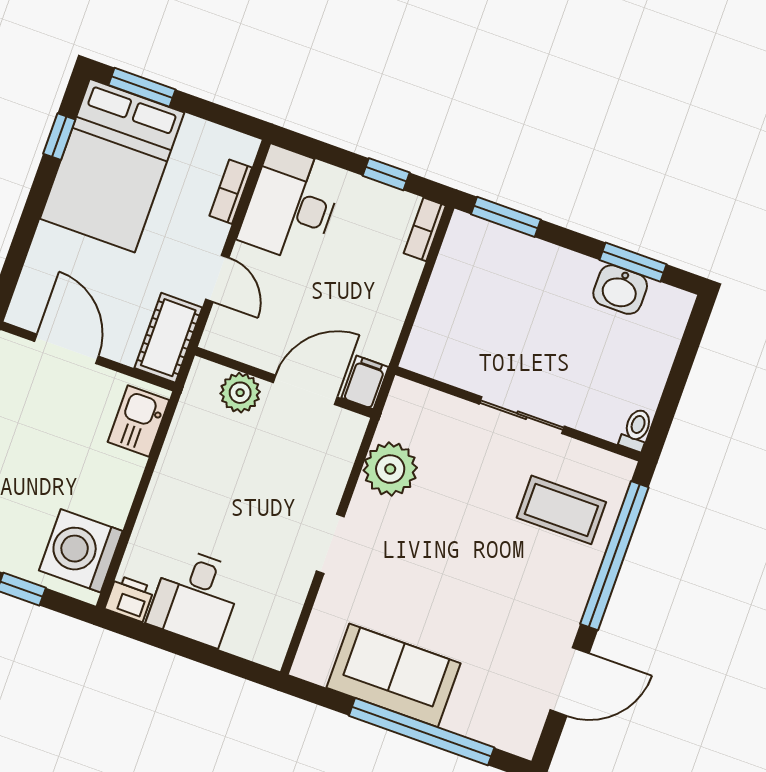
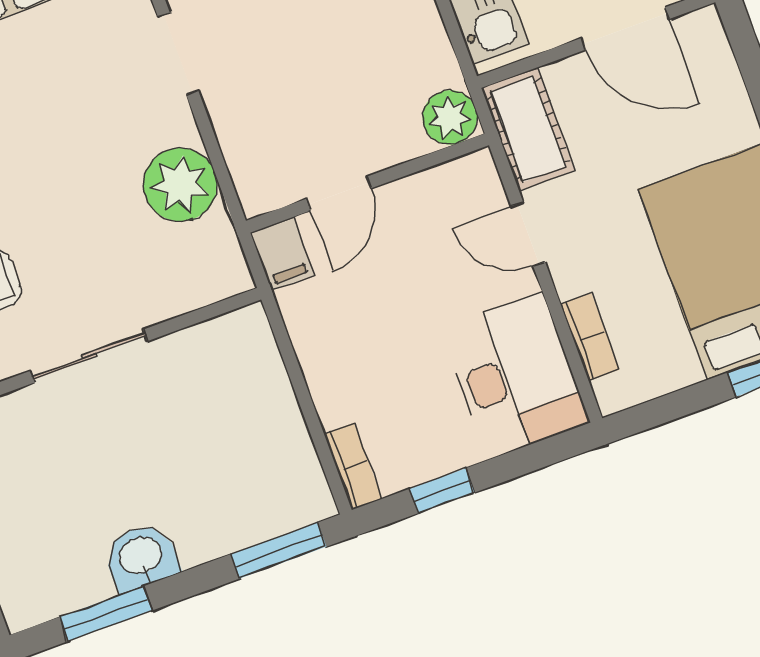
washbasin: (620, 290) -> (141, 557), moved
door: (305, 390) -> (339, 194), width x0.73
plant: (240, 393) -> (450, 117), moved

